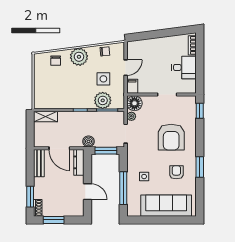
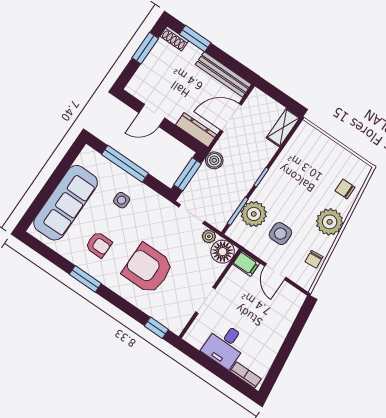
bench: (39, 163) -> (223, 74), width x1.36

